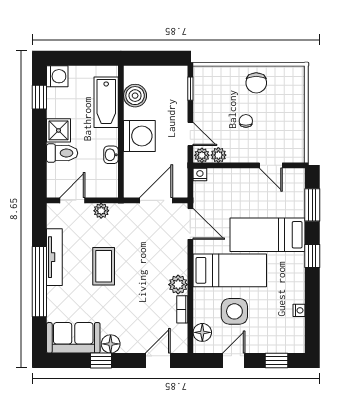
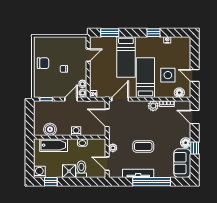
washing machine: (139, 136) -> (76, 131), width x0.53, depth x0.53
window: (312, 256) -> (153, 33), moved
window: (277, 361) -> (195, 52), removed

